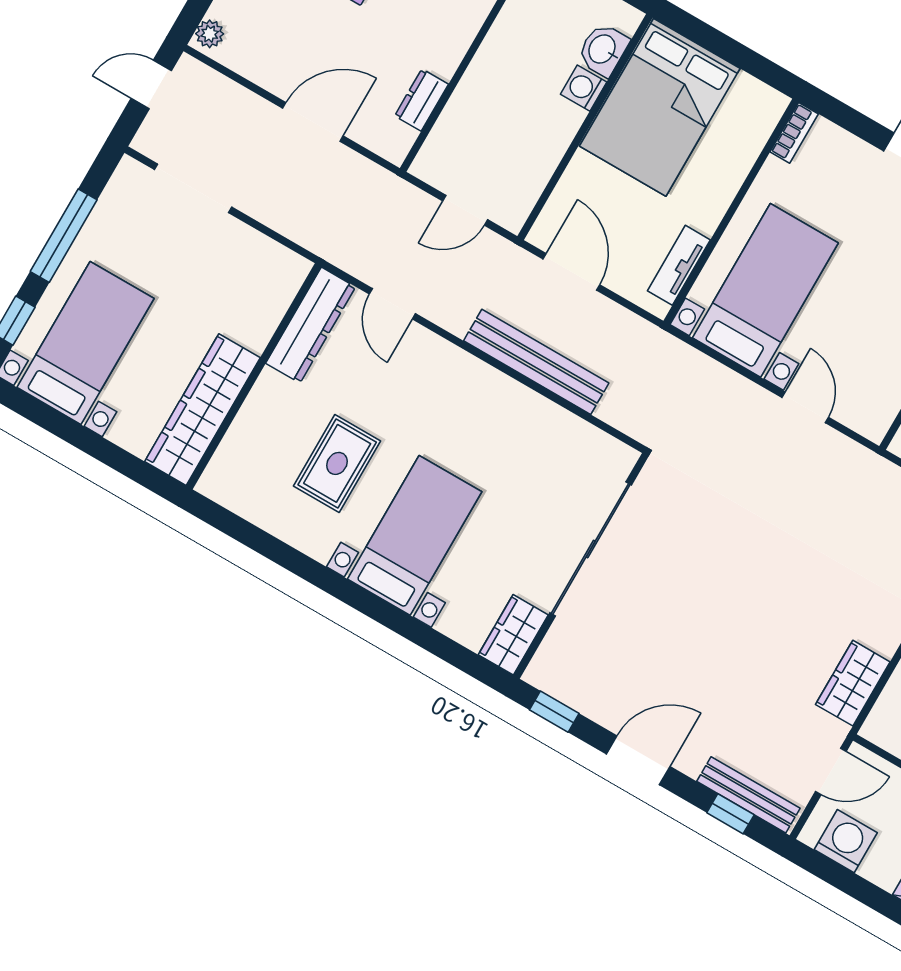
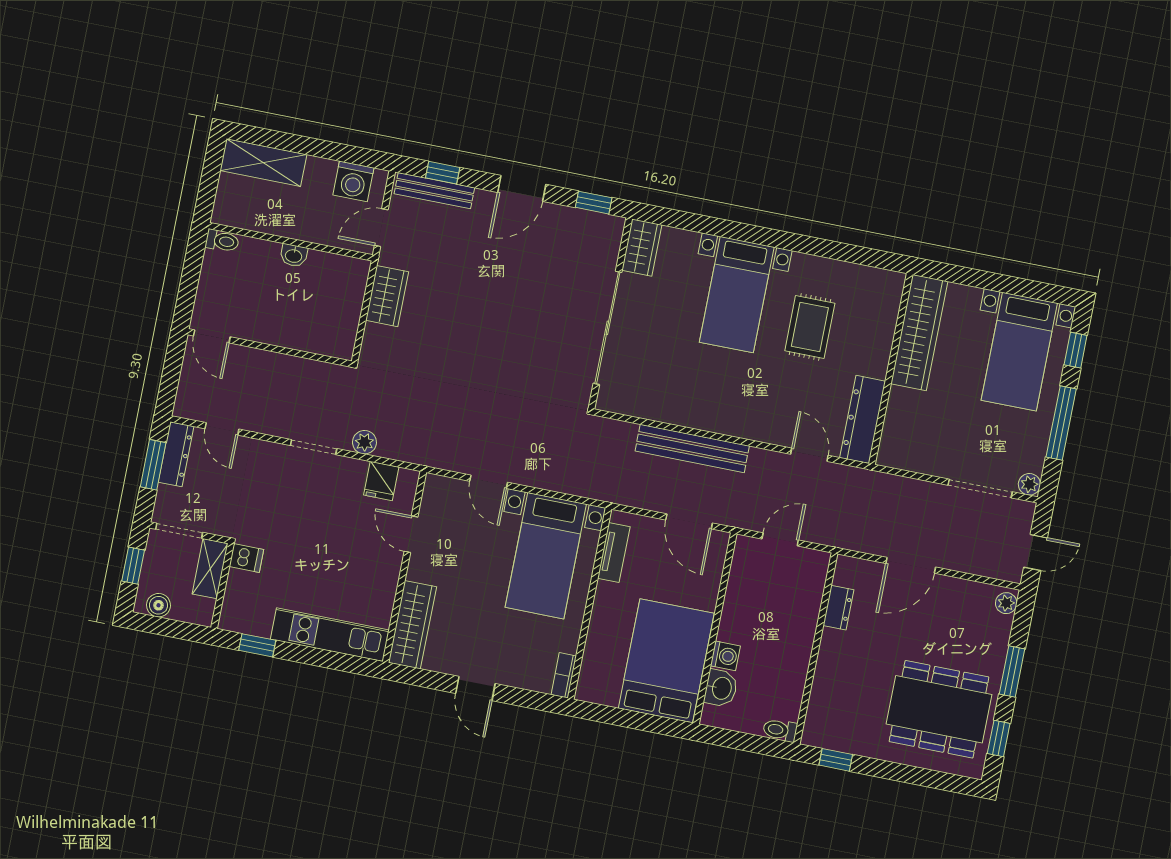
plant: (130, 173) -> (1029, 484), added

